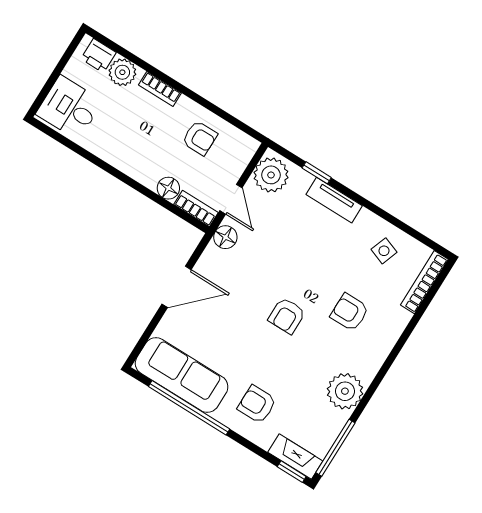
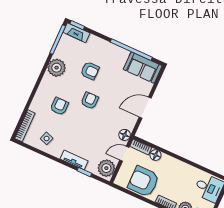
armchair: (200, 138) -> (143, 181), width x1.88, depth x1.88
door: (231, 199) -> (124, 154), hinge flipped
armchair: (350, 312) -> (59, 106), turned -90
sofa: (182, 375) -> (143, 68), width x0.73
armchair: (257, 404) -> (90, 71), moved

